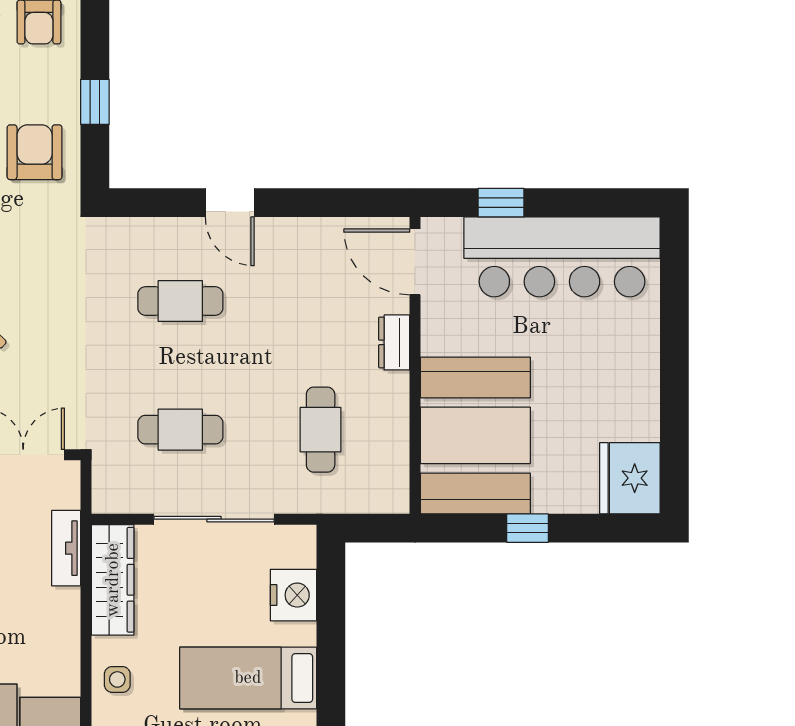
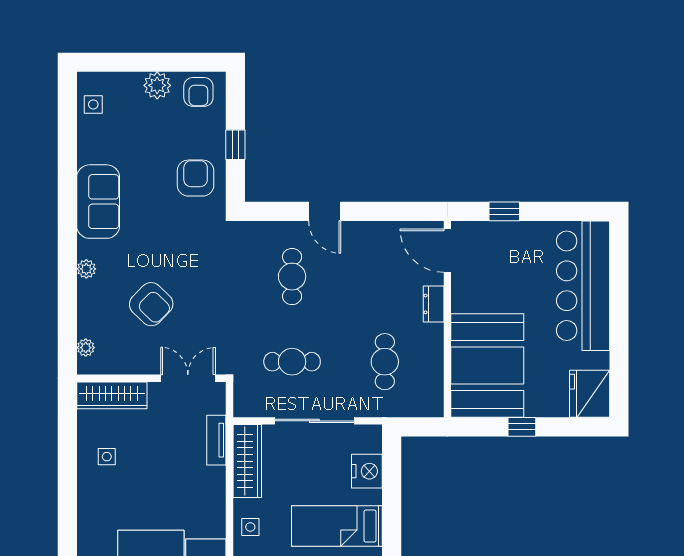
bar counter: (562, 257) -> (583, 286), moved, turned 90
cafe table: (180, 301) -> (292, 277), turned 90

